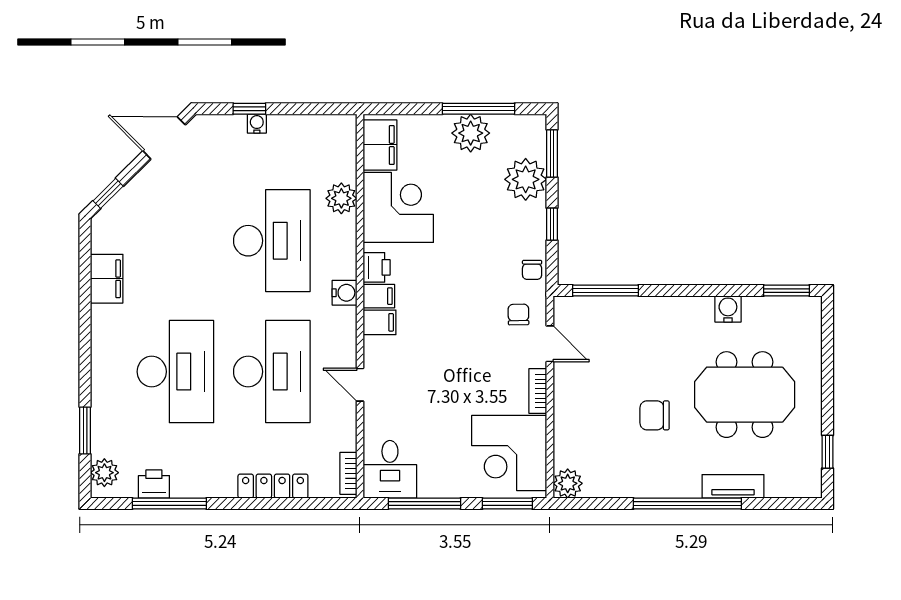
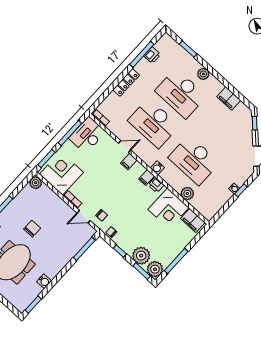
plant: (471, 133) -> (155, 269), moved
filing cabinet: (380, 322) -> (129, 162), moved
desk: (390, 469) -> (87, 135), width x1.37
plant: (104, 473) -> (203, 74), moved
locker: (273, 486) -> (126, 82), moved

